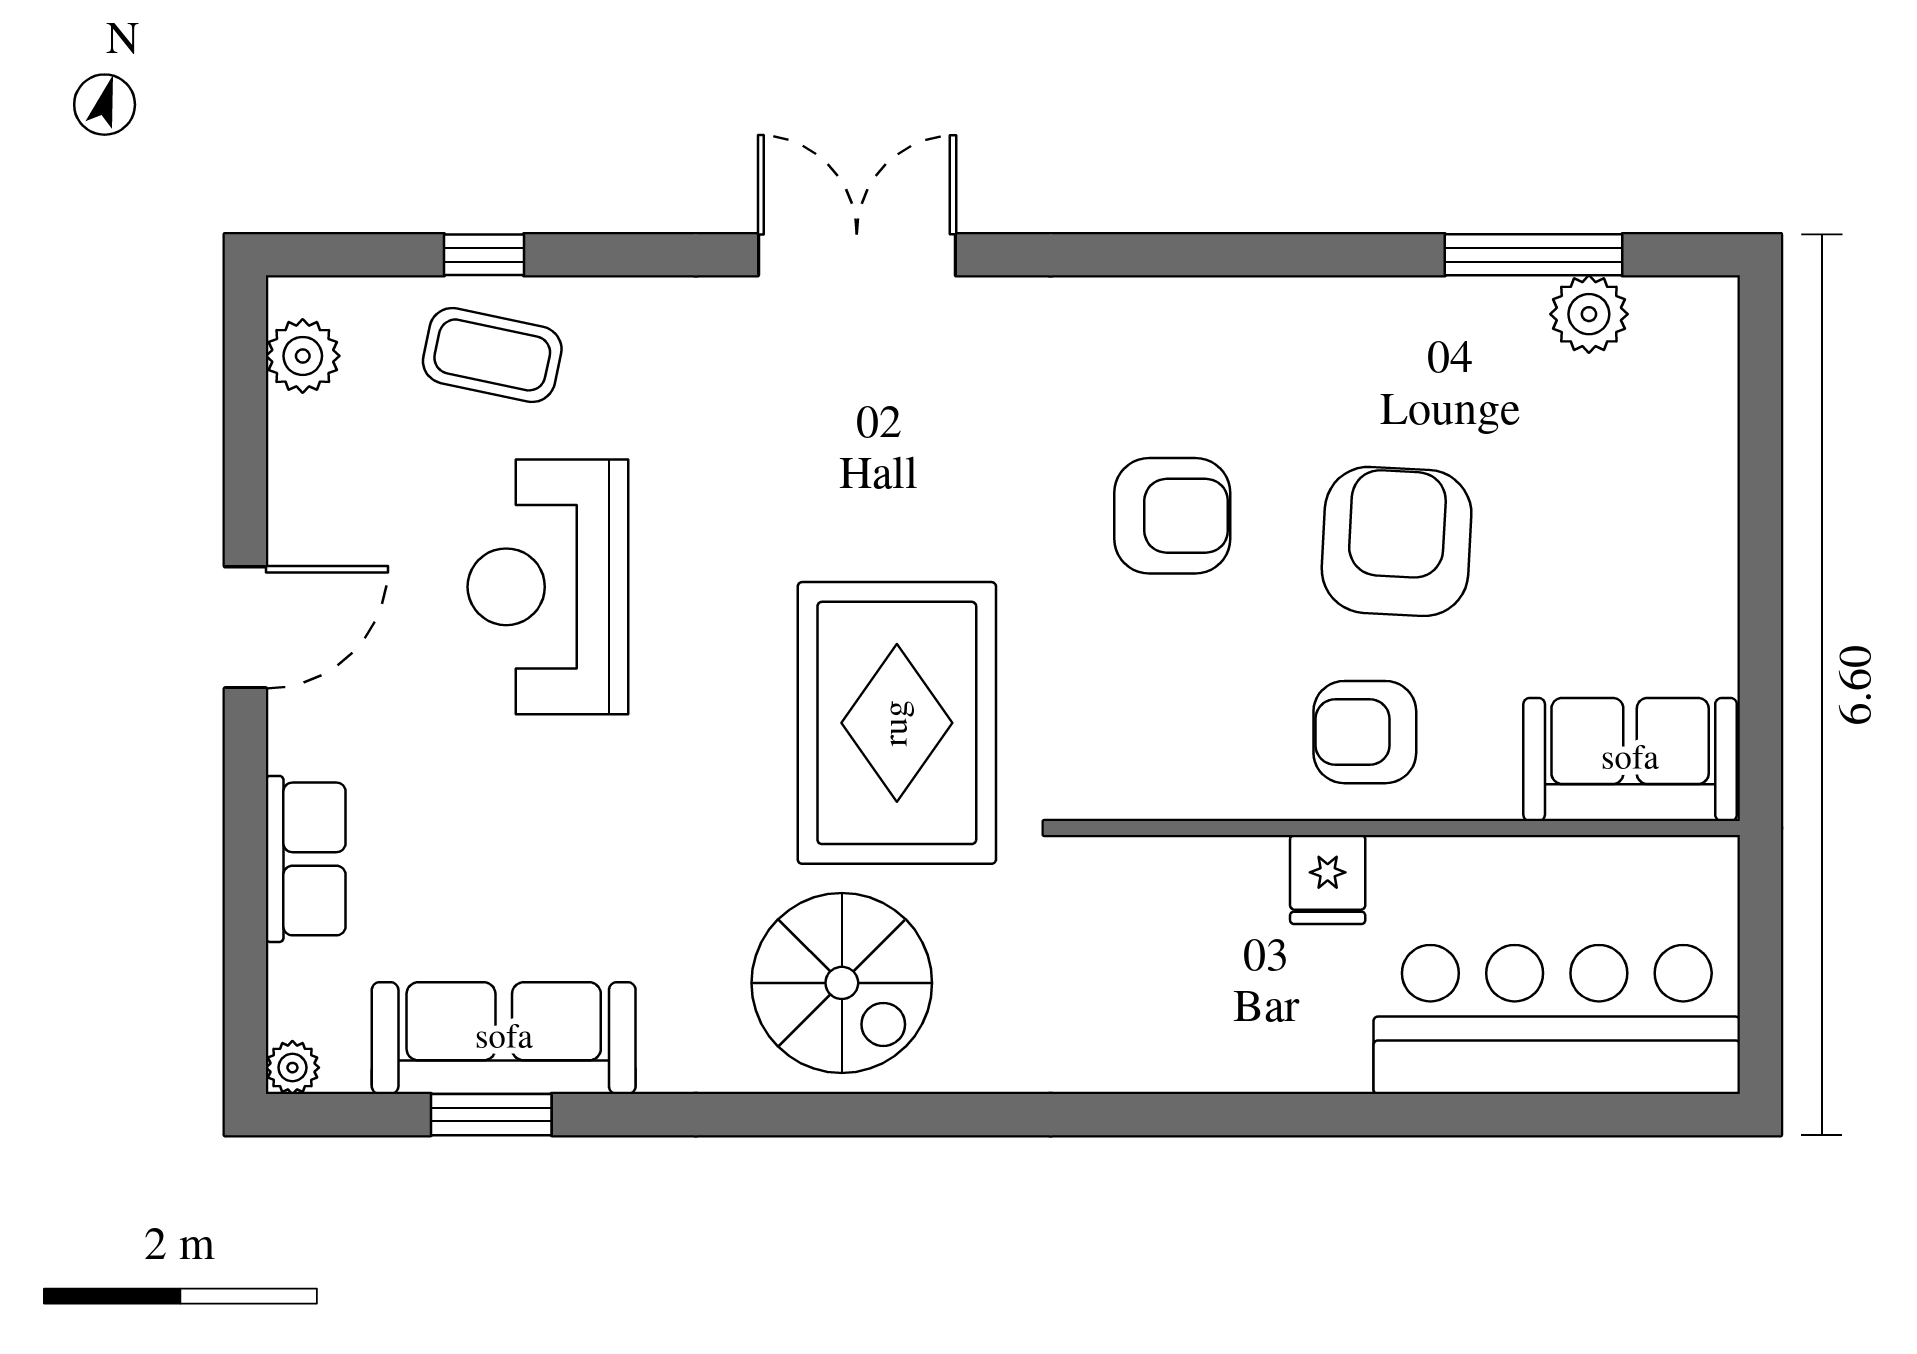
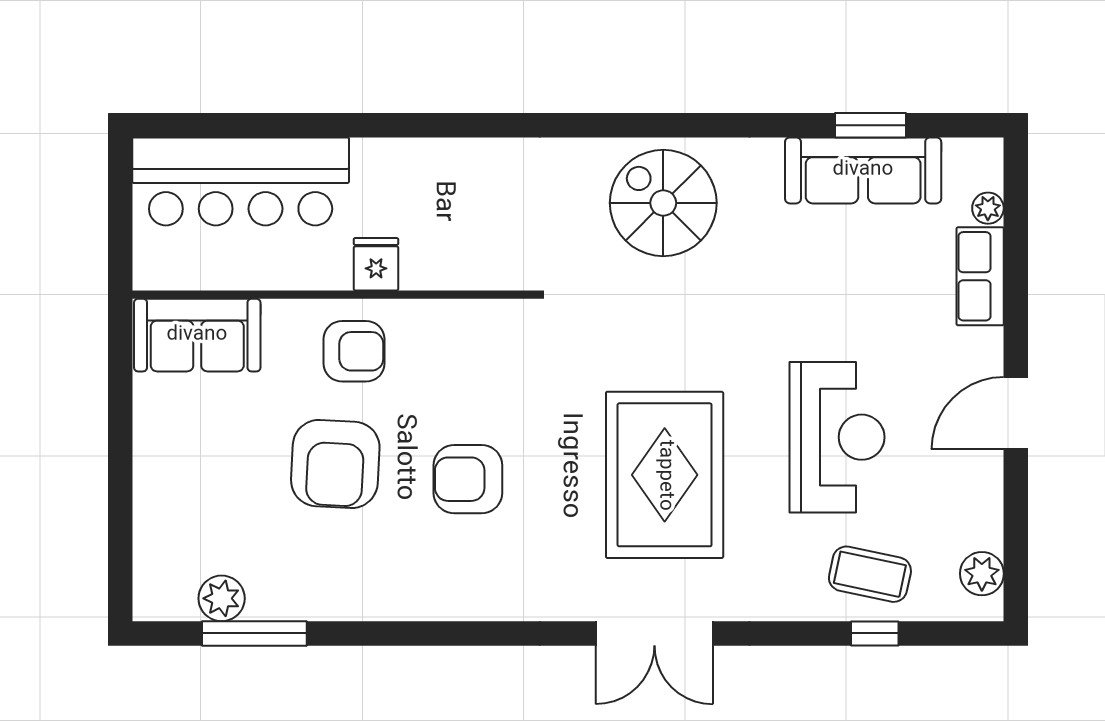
rug: (897, 723) -> (665, 475), moved
plant: (292, 1068) -> (988, 208), moved

